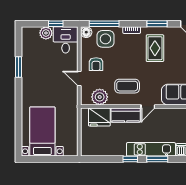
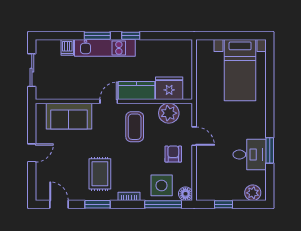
plant: (46, 33) -> (253, 193), moved
desk: (66, 40) -> (250, 155), moved, turned -90
coffee table: (127, 86) -> (135, 127), turned 90

